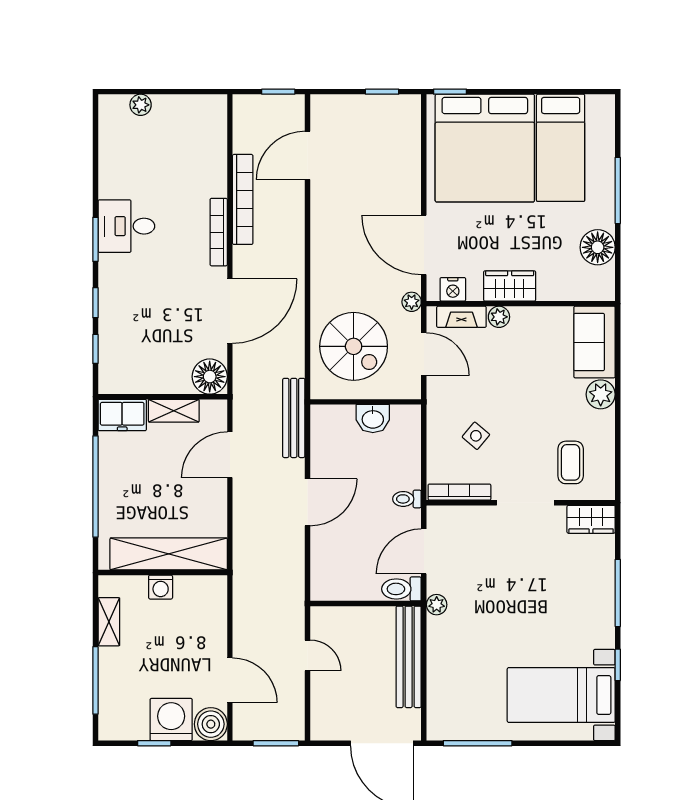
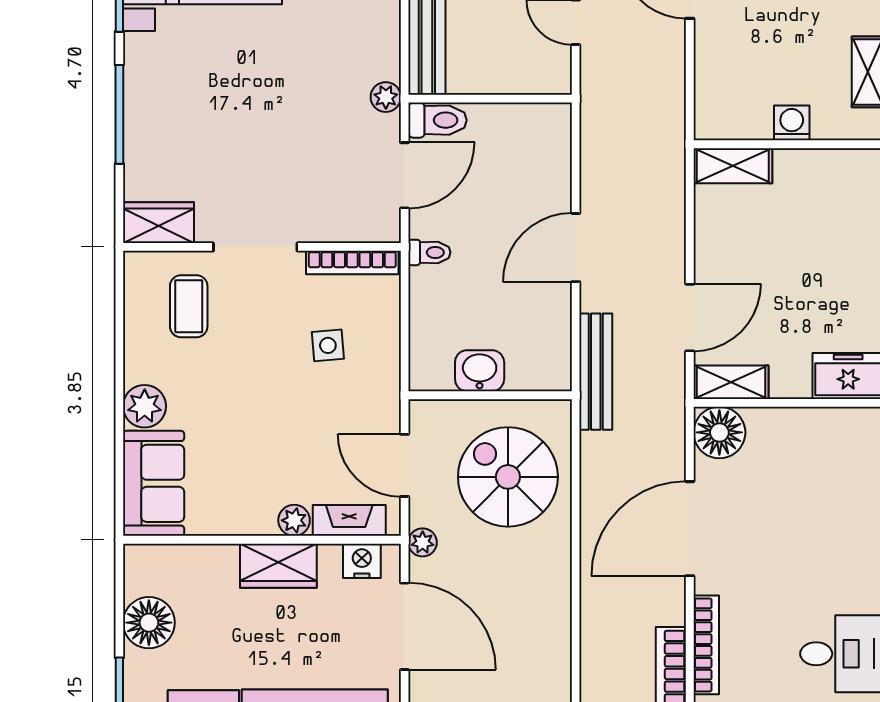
shelving: (174, 411) -> (731, 382), moved
side table: (476, 436) -> (328, 345), turned 45
shelving: (169, 554) -> (733, 166), width x0.45, depth x0.75

